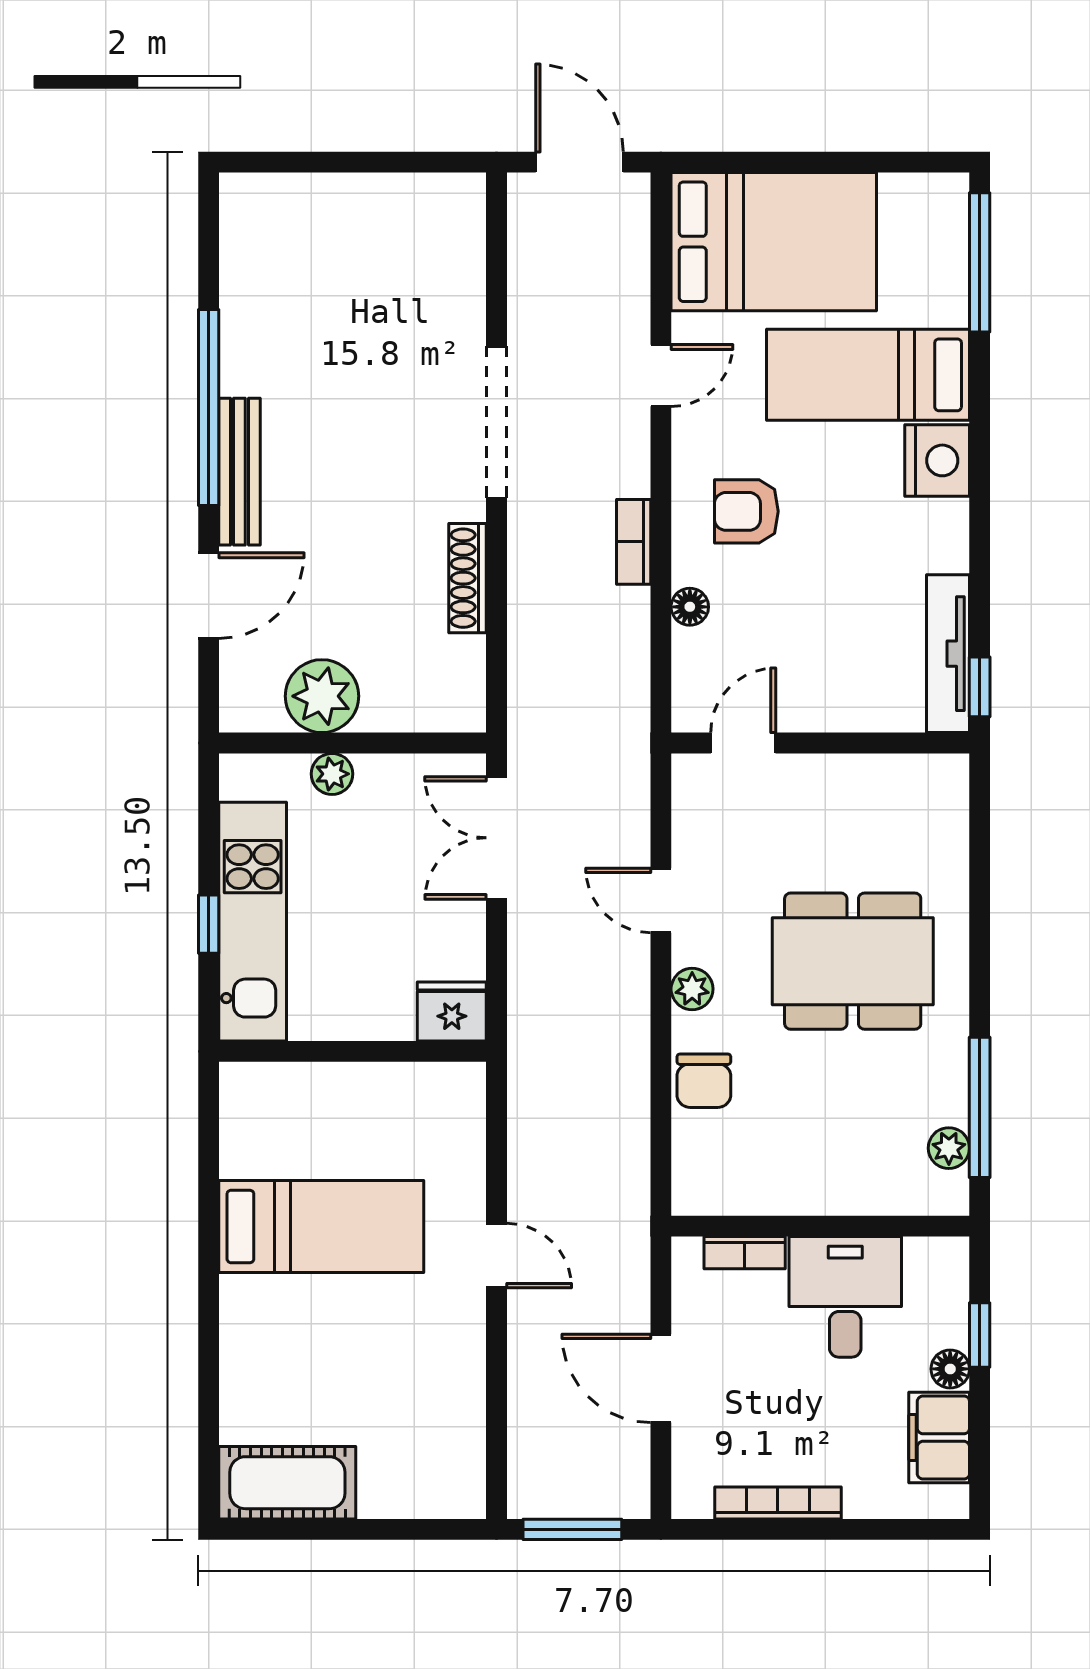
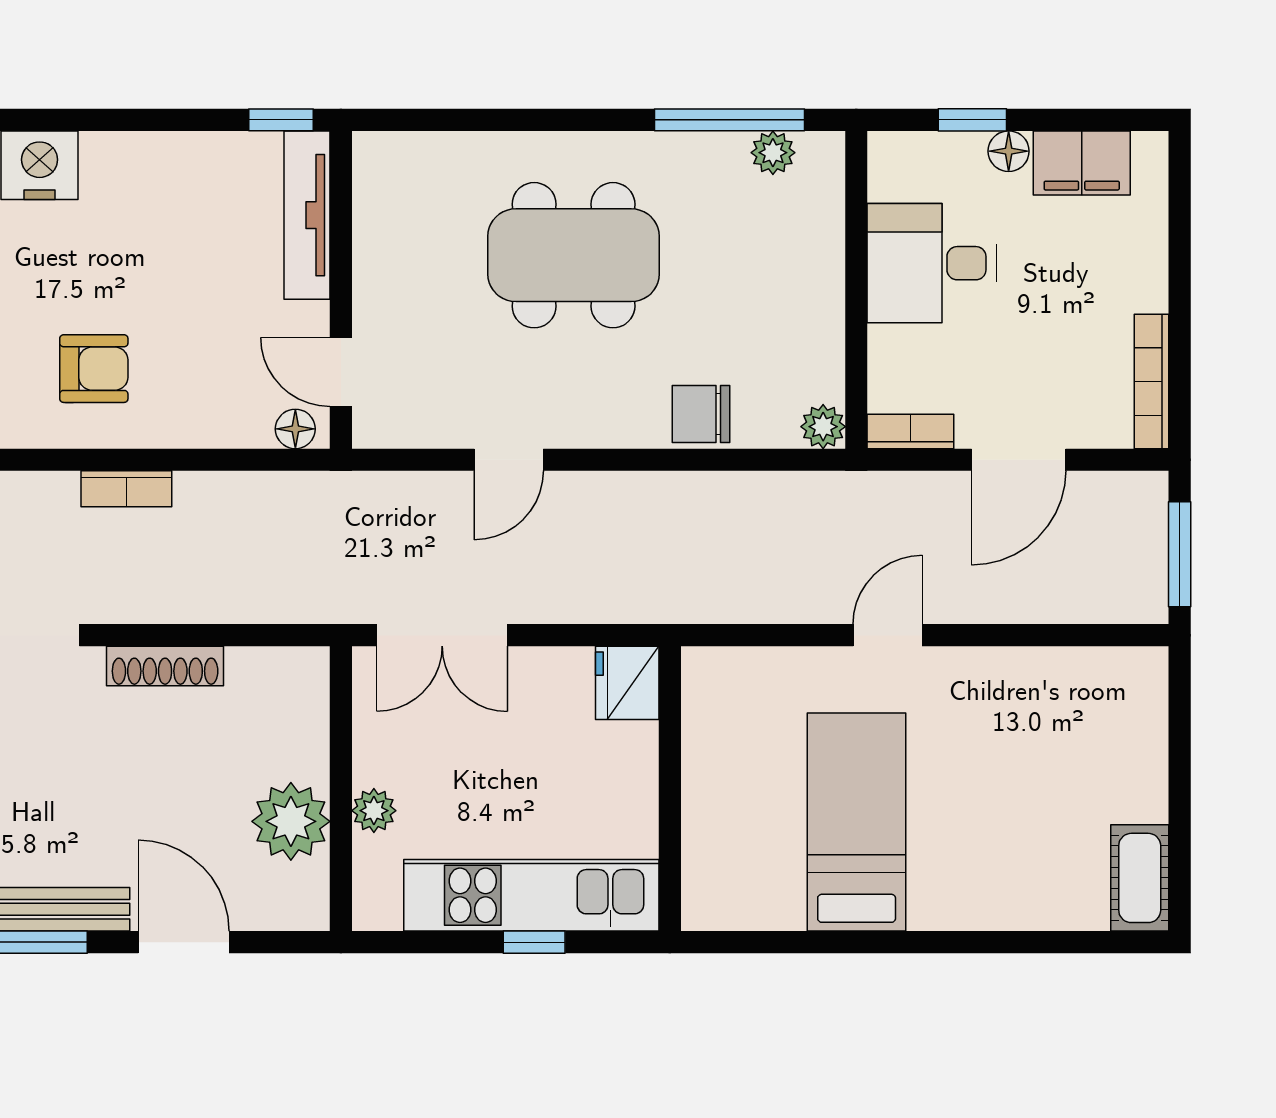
armchair: (746, 511) -> (94, 369), turned -90
floor lamp: (690, 607) -> (295, 429), moved
tv unit: (948, 654) -> (307, 215), moved, turned 90
dining table: (853, 961) -> (574, 255), turned 90
plant: (692, 989) -> (823, 427), moved
chair: (704, 1081) -> (701, 414), turned 180
bookcase: (745, 1253) -> (910, 431), moved, turned -90
cot: (287, 1483) -> (1140, 878), width x0.73, depth x0.75
bookcase: (778, 1503) -> (1151, 381), moved

